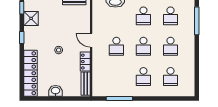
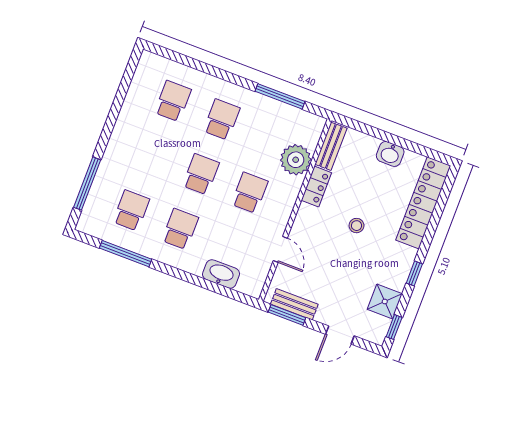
door: (91, 40) -> (280, 249), moved
school desk: (170, 46) -> (152, 156), removed
plant: (100, 71) -> (296, 160), added

